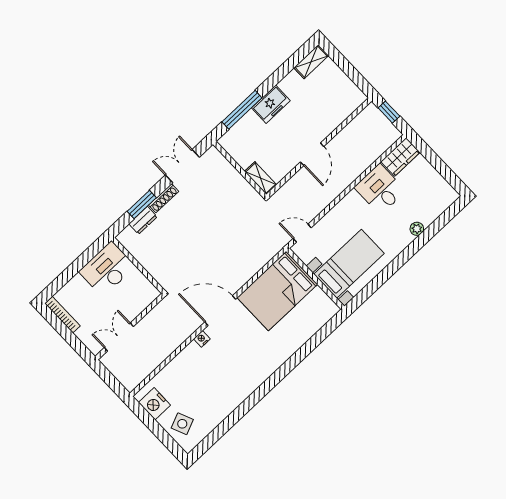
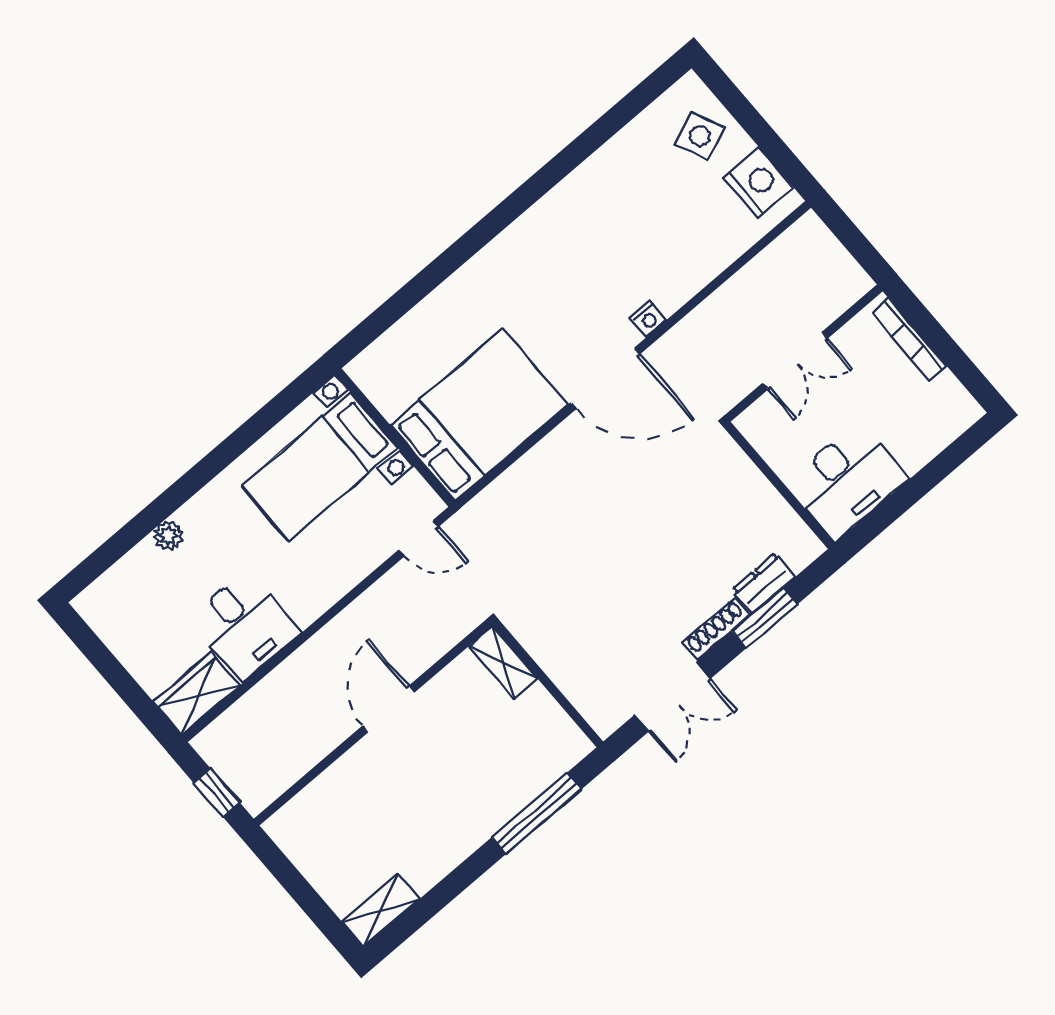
freezer: (271, 104) -> (473, 822), removed
bookcase: (62, 315) -> (909, 340), moved
double door: (119, 337) -> (795, 361), moved

